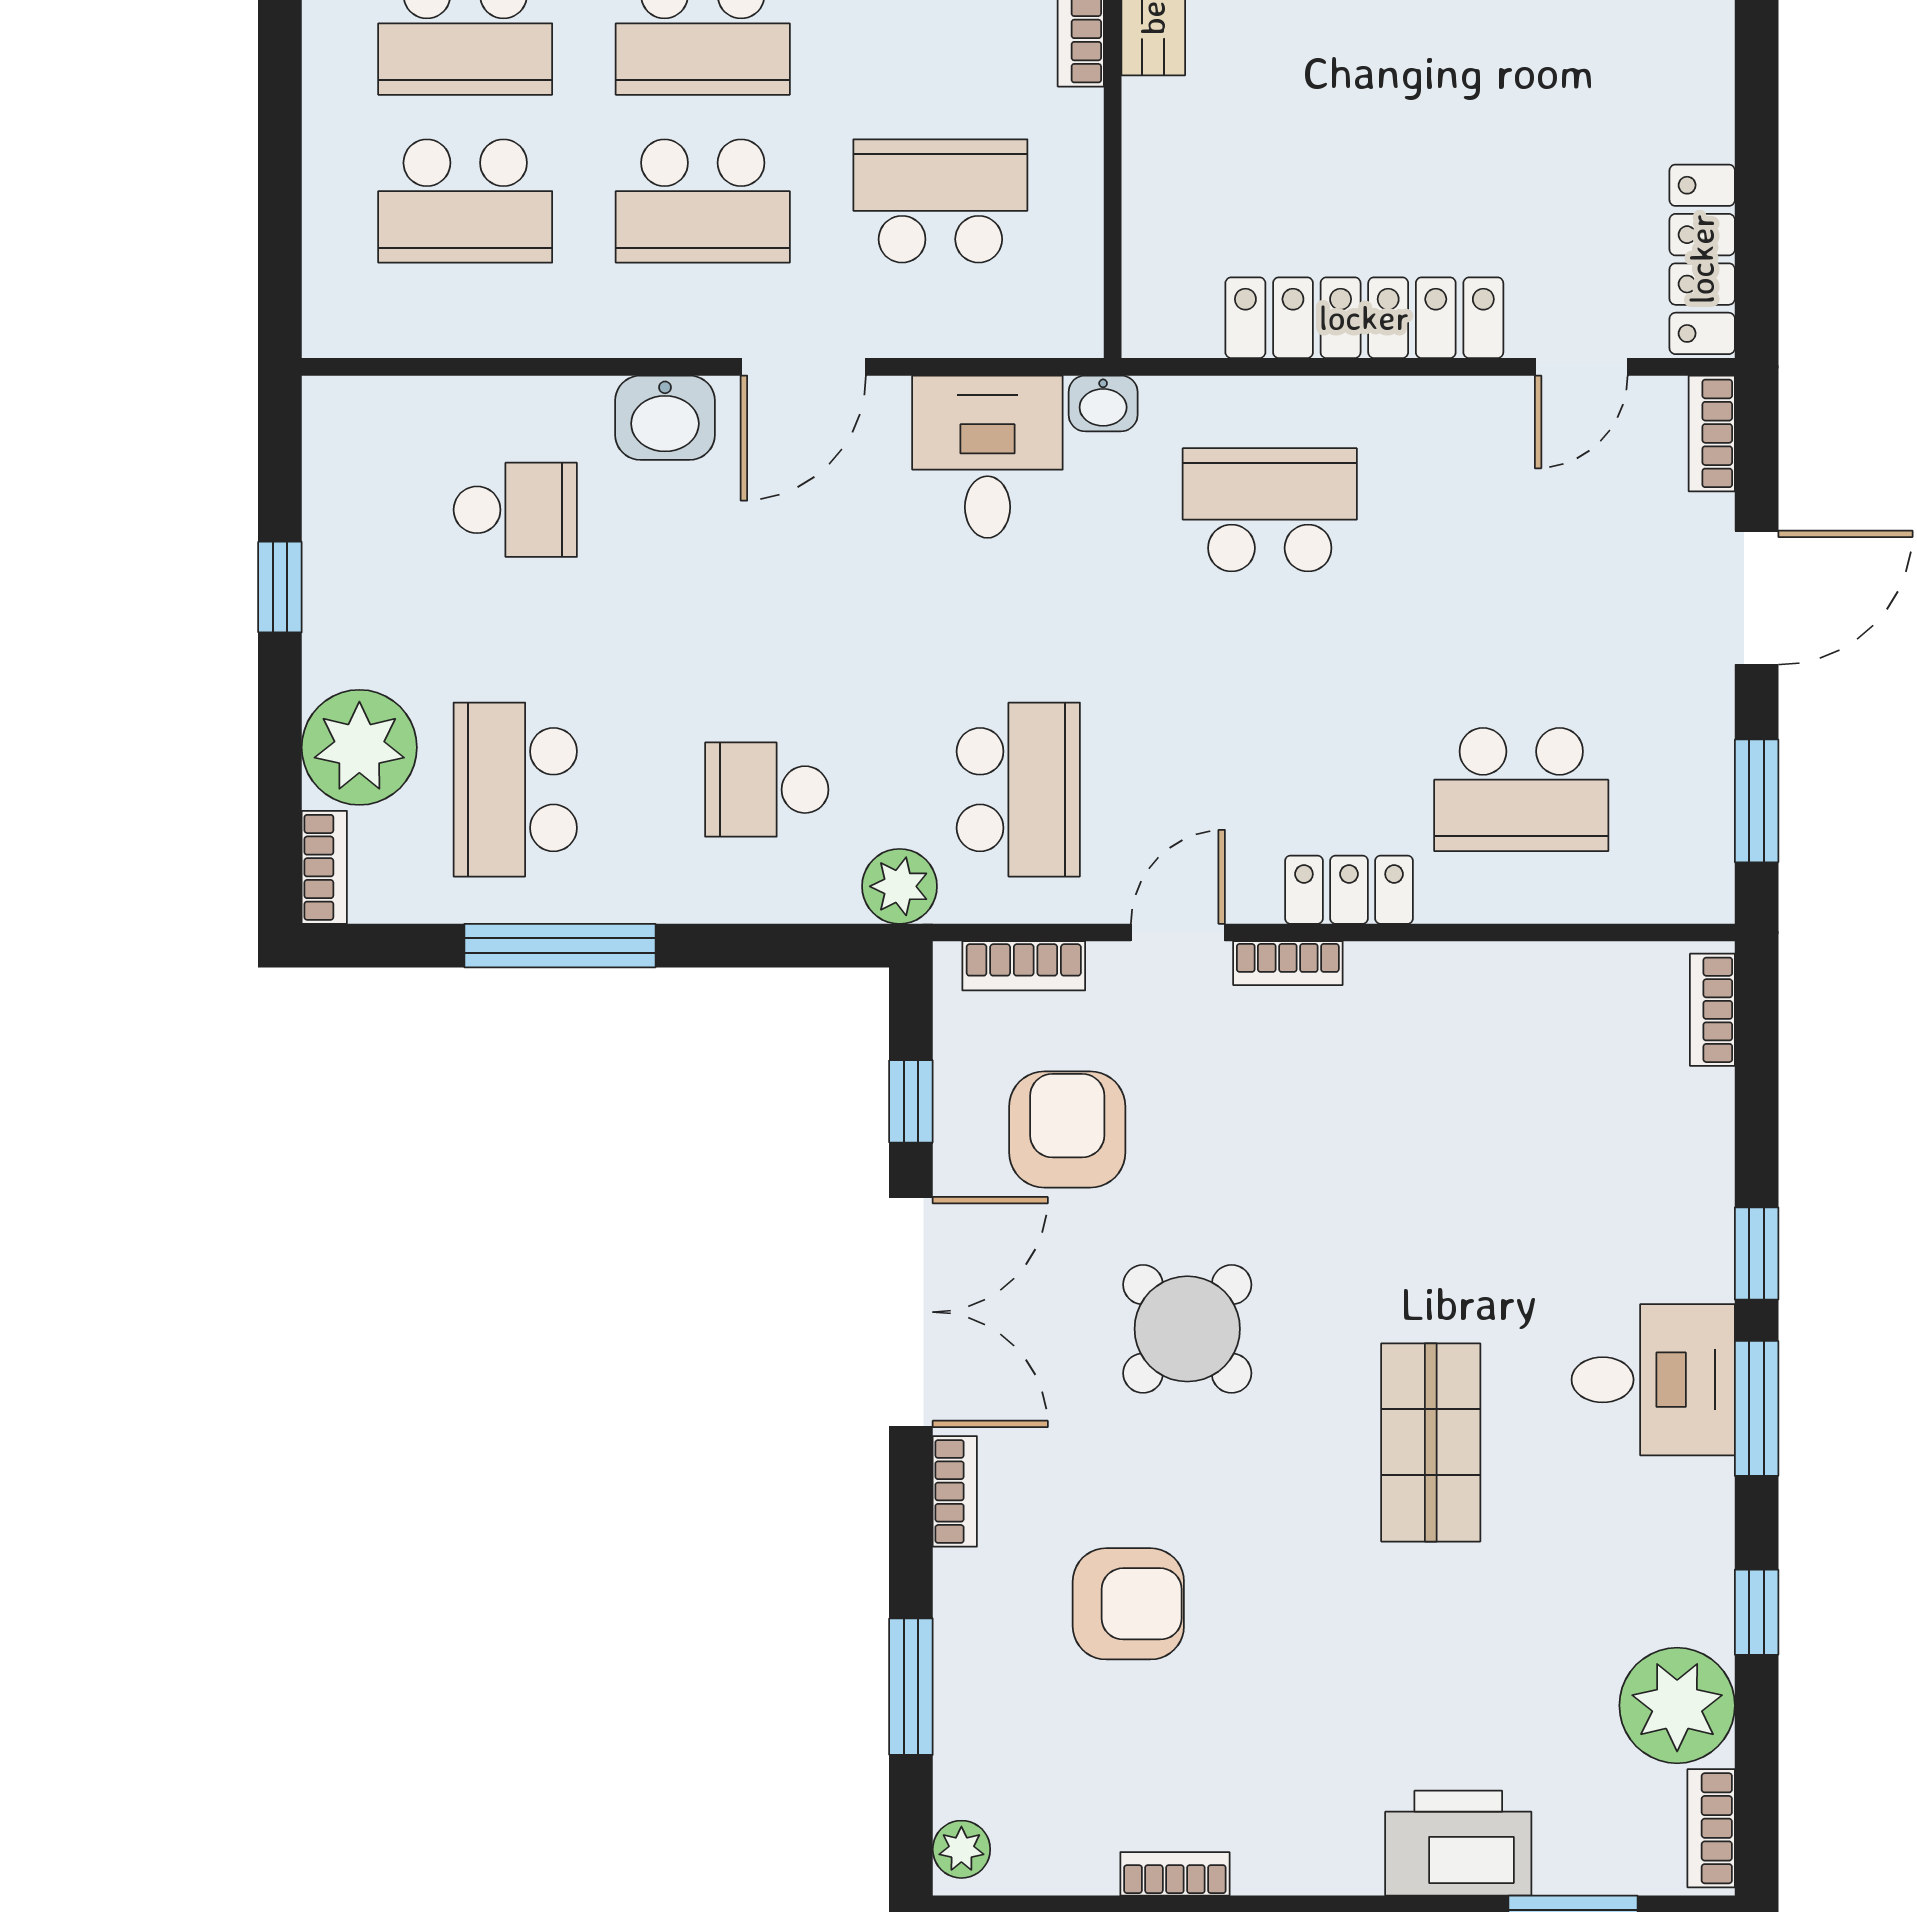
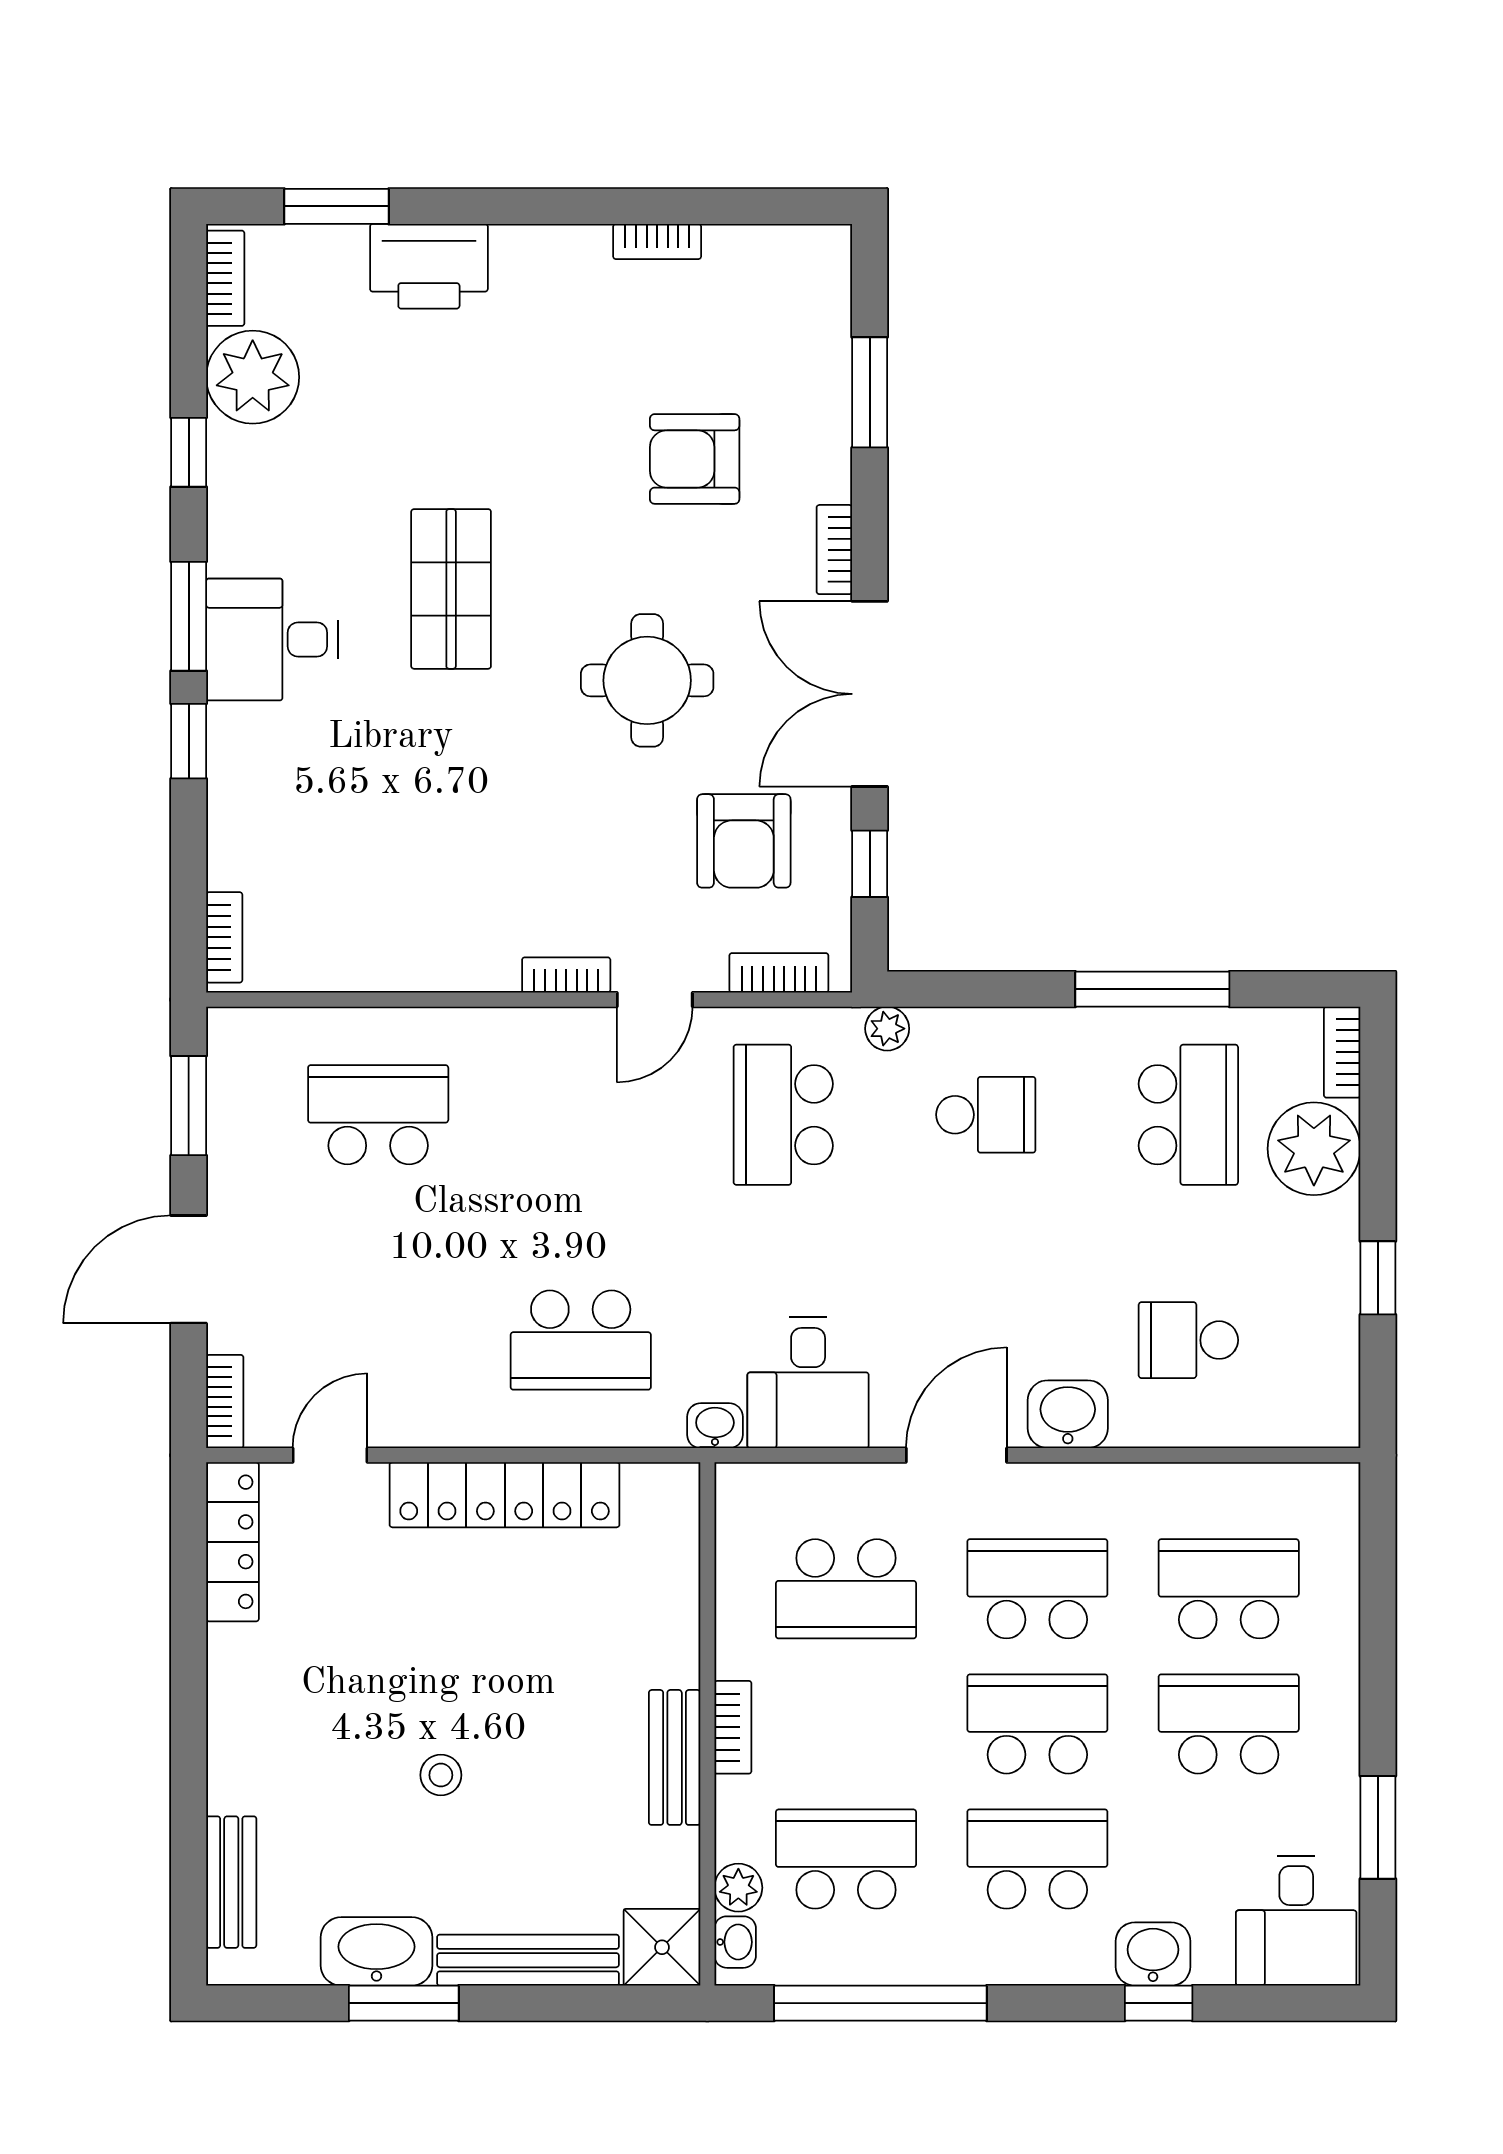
plant: (900, 886) -> (887, 1029), width x0.73, depth x0.73
locker: (1349, 890) -> (517, 1034), removed
round table: (1187, 1329) -> (647, 680), turned 45
plant: (961, 1849) -> (829, 261), removed

